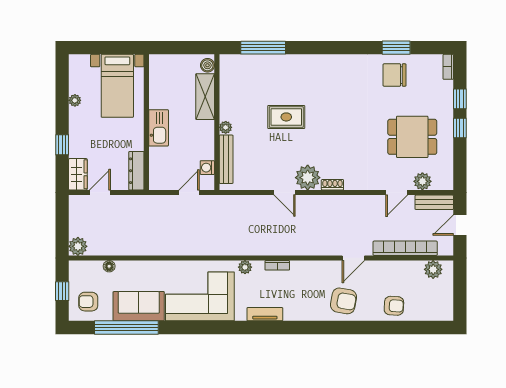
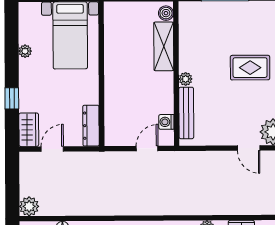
kitchen sink: (159, 128) -> (114, 80), removed

